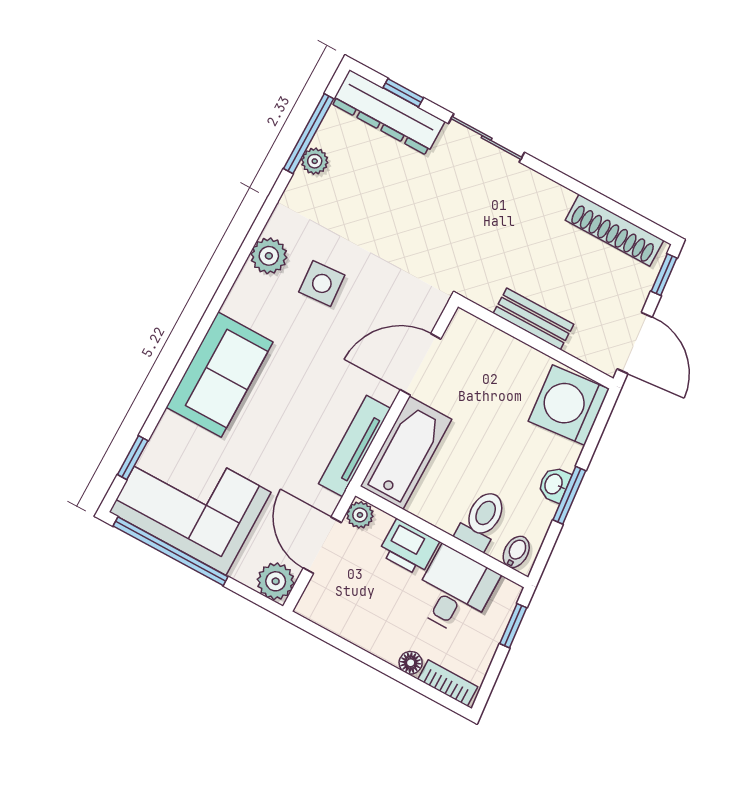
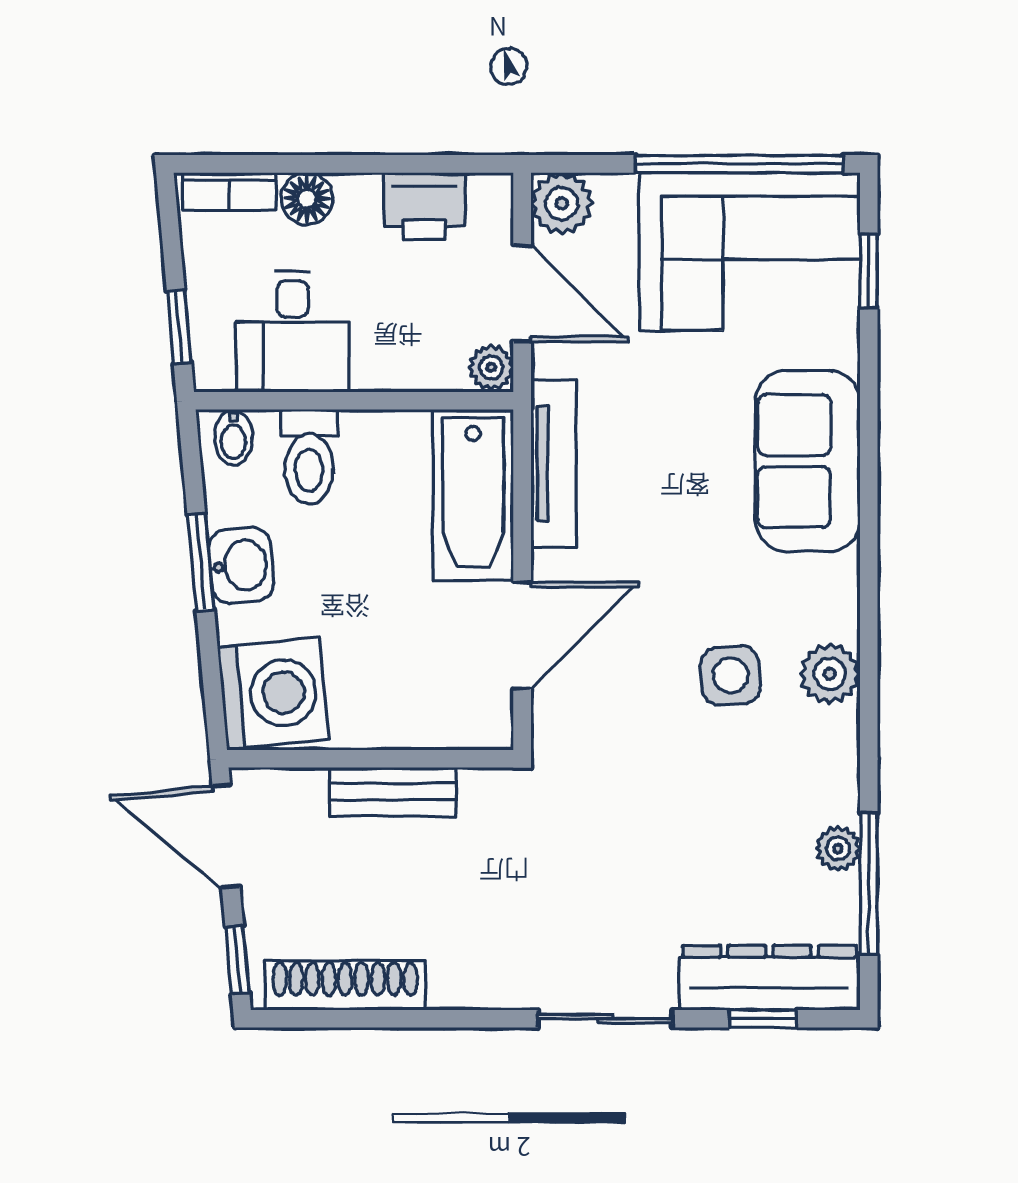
washbasin: (554, 484) -> (241, 565), width x1.38, depth x1.45
printer: (409, 548) -> (424, 206), moved, turned 180
floor lamp: (411, 663) -> (307, 199), width x1.37, depth x1.37

